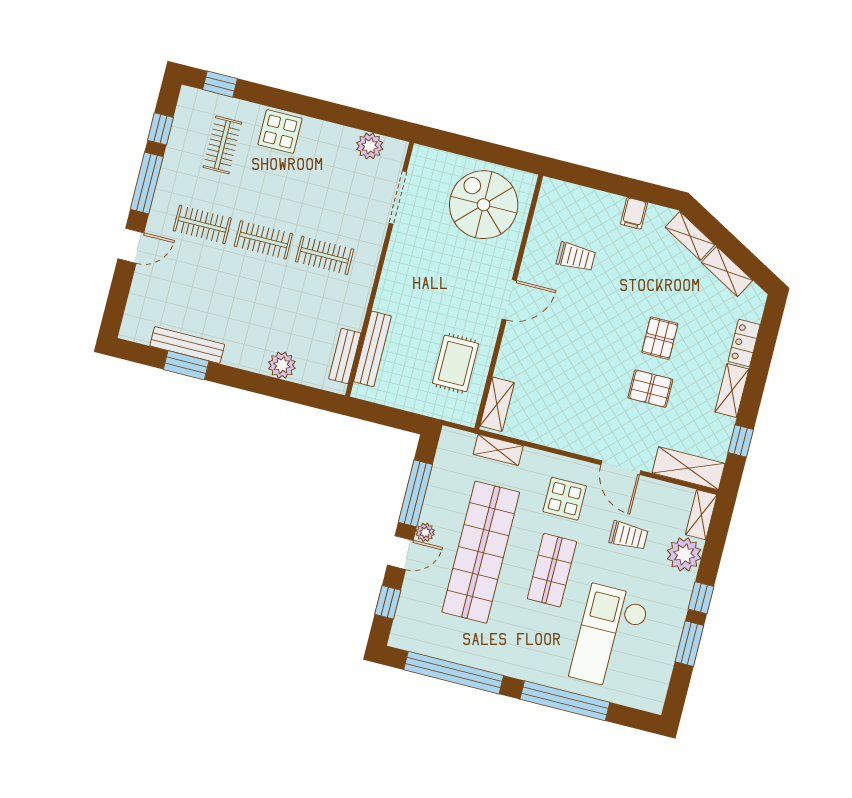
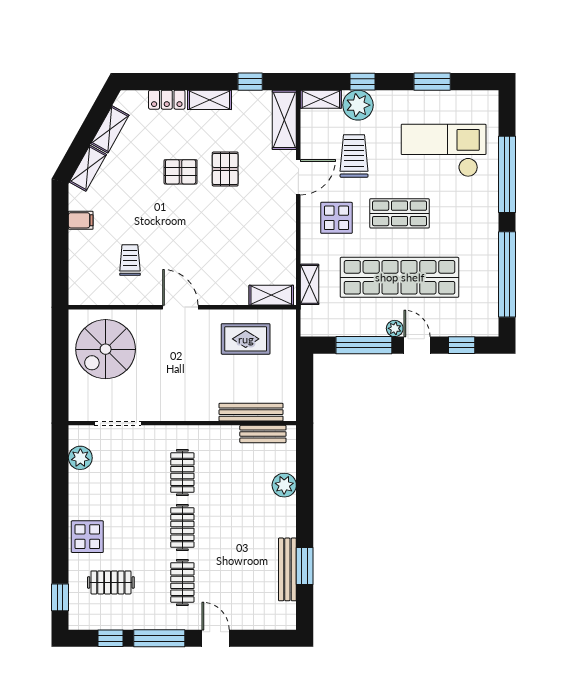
trolley: (629, 536) -> (354, 156), width x1.36, depth x1.39
window: (701, 598) -> (362, 82), moved
checkout: (610, 637) -> (444, 150), turned 180

